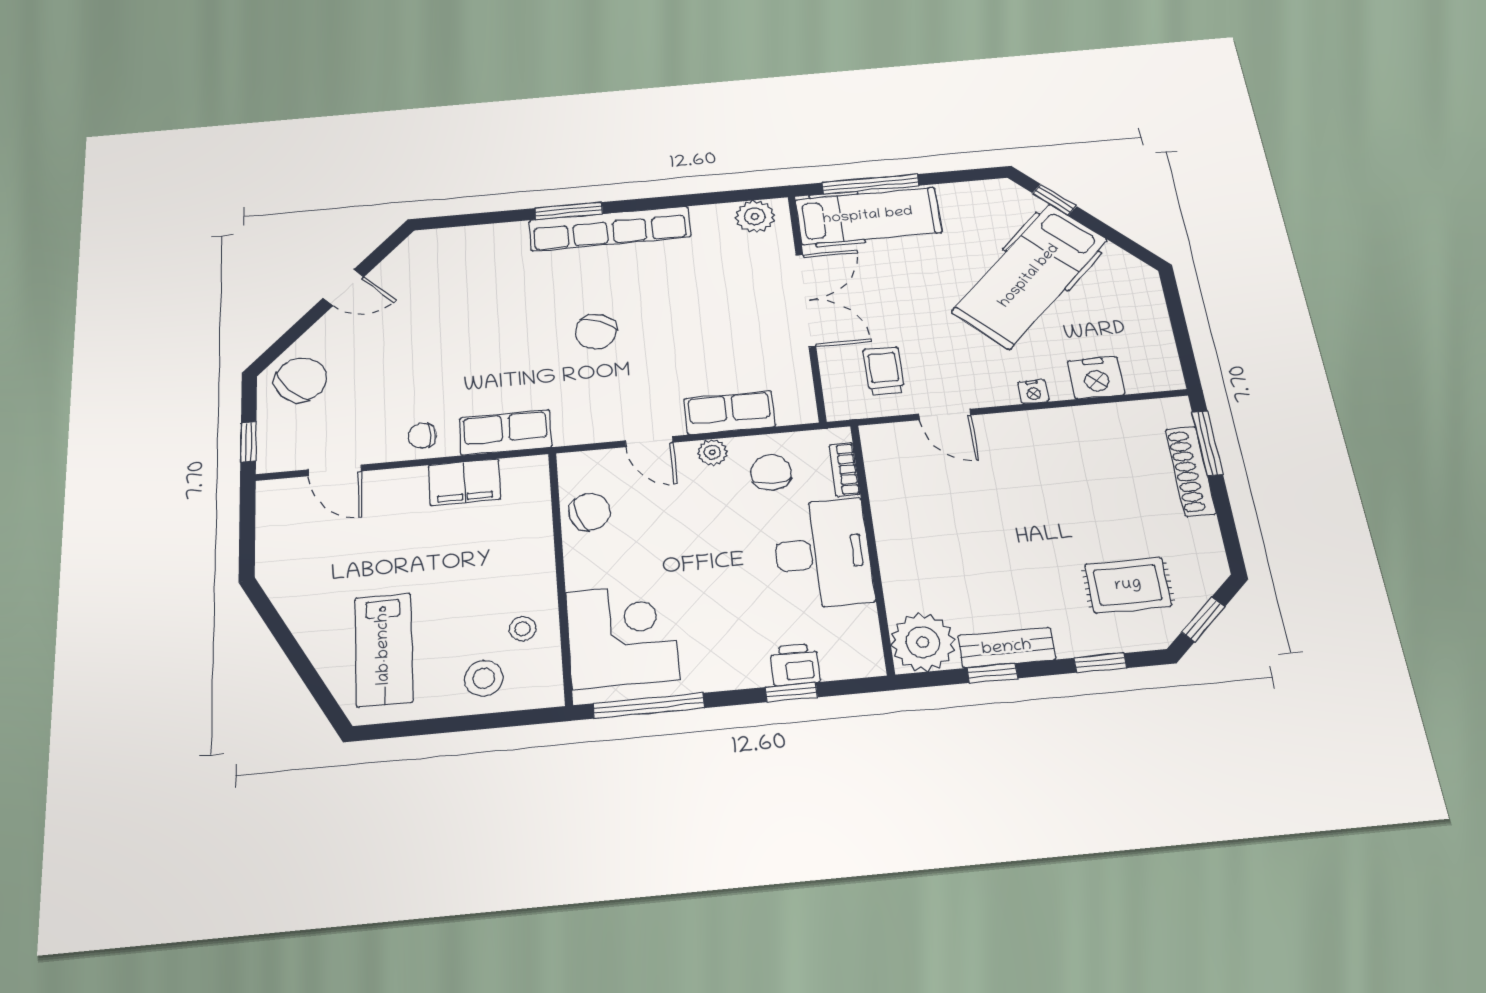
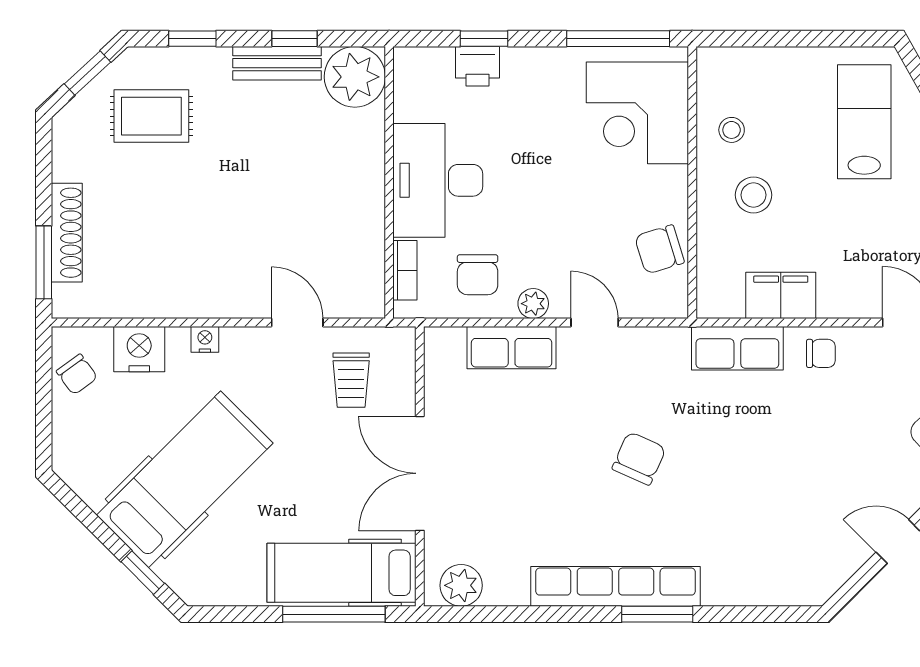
chair: (1152, 351) -> (77, 374), added
stool: (484, 678) -> (754, 195), moved

